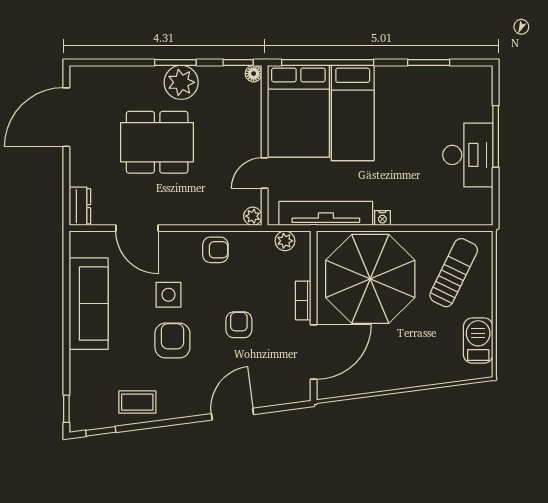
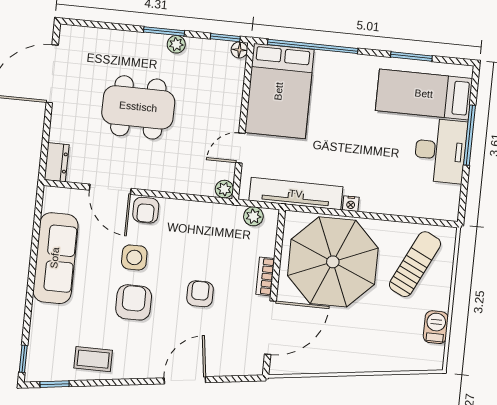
plant: (181, 82) -> (176, 44), width x0.53, depth x0.53
bed: (353, 113) -> (424, 94), moved, turned 90
armchair: (215, 250) -> (146, 210), moved, turned 90
barbecue: (478, 341) -> (436, 327), width x0.73, depth x0.79

